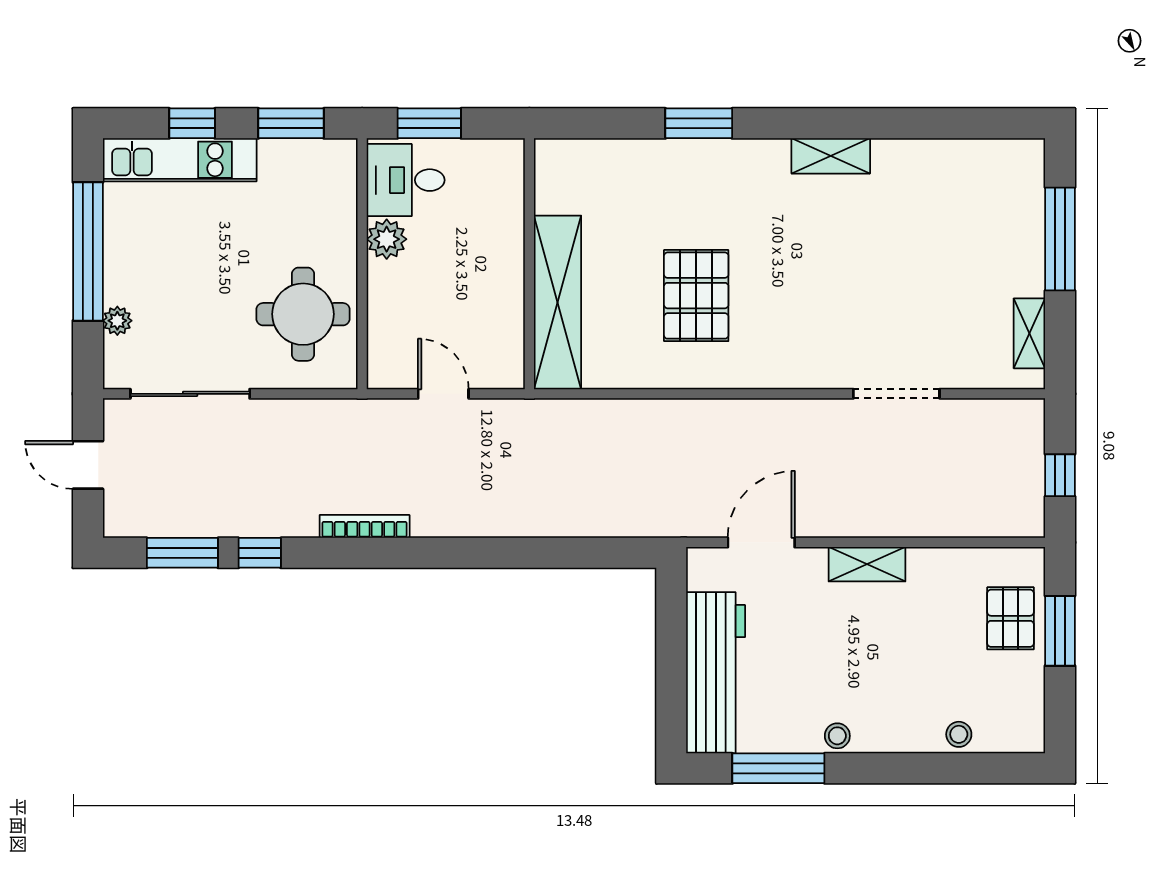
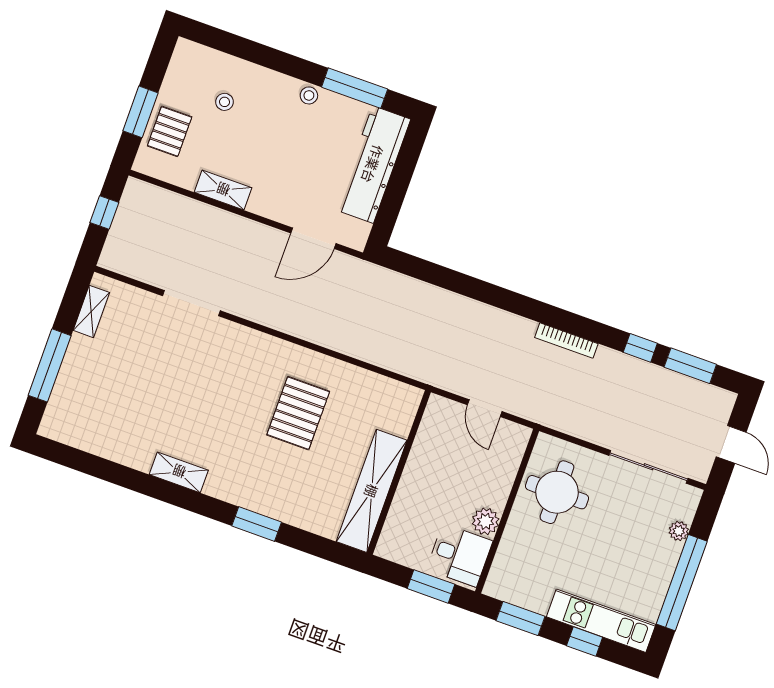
shelving: (558, 302) -> (372, 491), moved
shelving: (867, 564) -> (223, 190), moved
stool: (959, 734) -> (225, 102), moved

